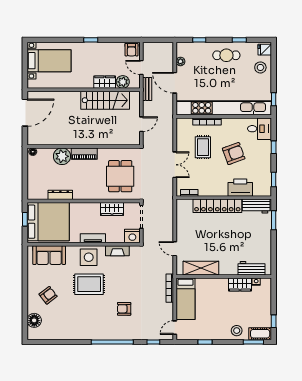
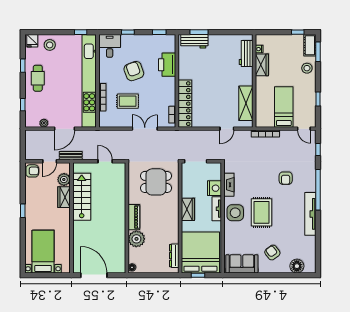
dresser: (60, 195) -> (174, 256), moved
locker: (217, 206) -> (185, 104), moved
workbench: (256, 206) -> (194, 41), moved, turned 90
wardrobe: (112, 209) -> (188, 209), moved
nightstand: (132, 236) -> (214, 188), moved
sofa: (49, 255) -> (242, 264), moved, turned -90
bed: (185, 299) -> (284, 107), moved, turned -90
tv unit: (88, 334) -> (310, 214), added

